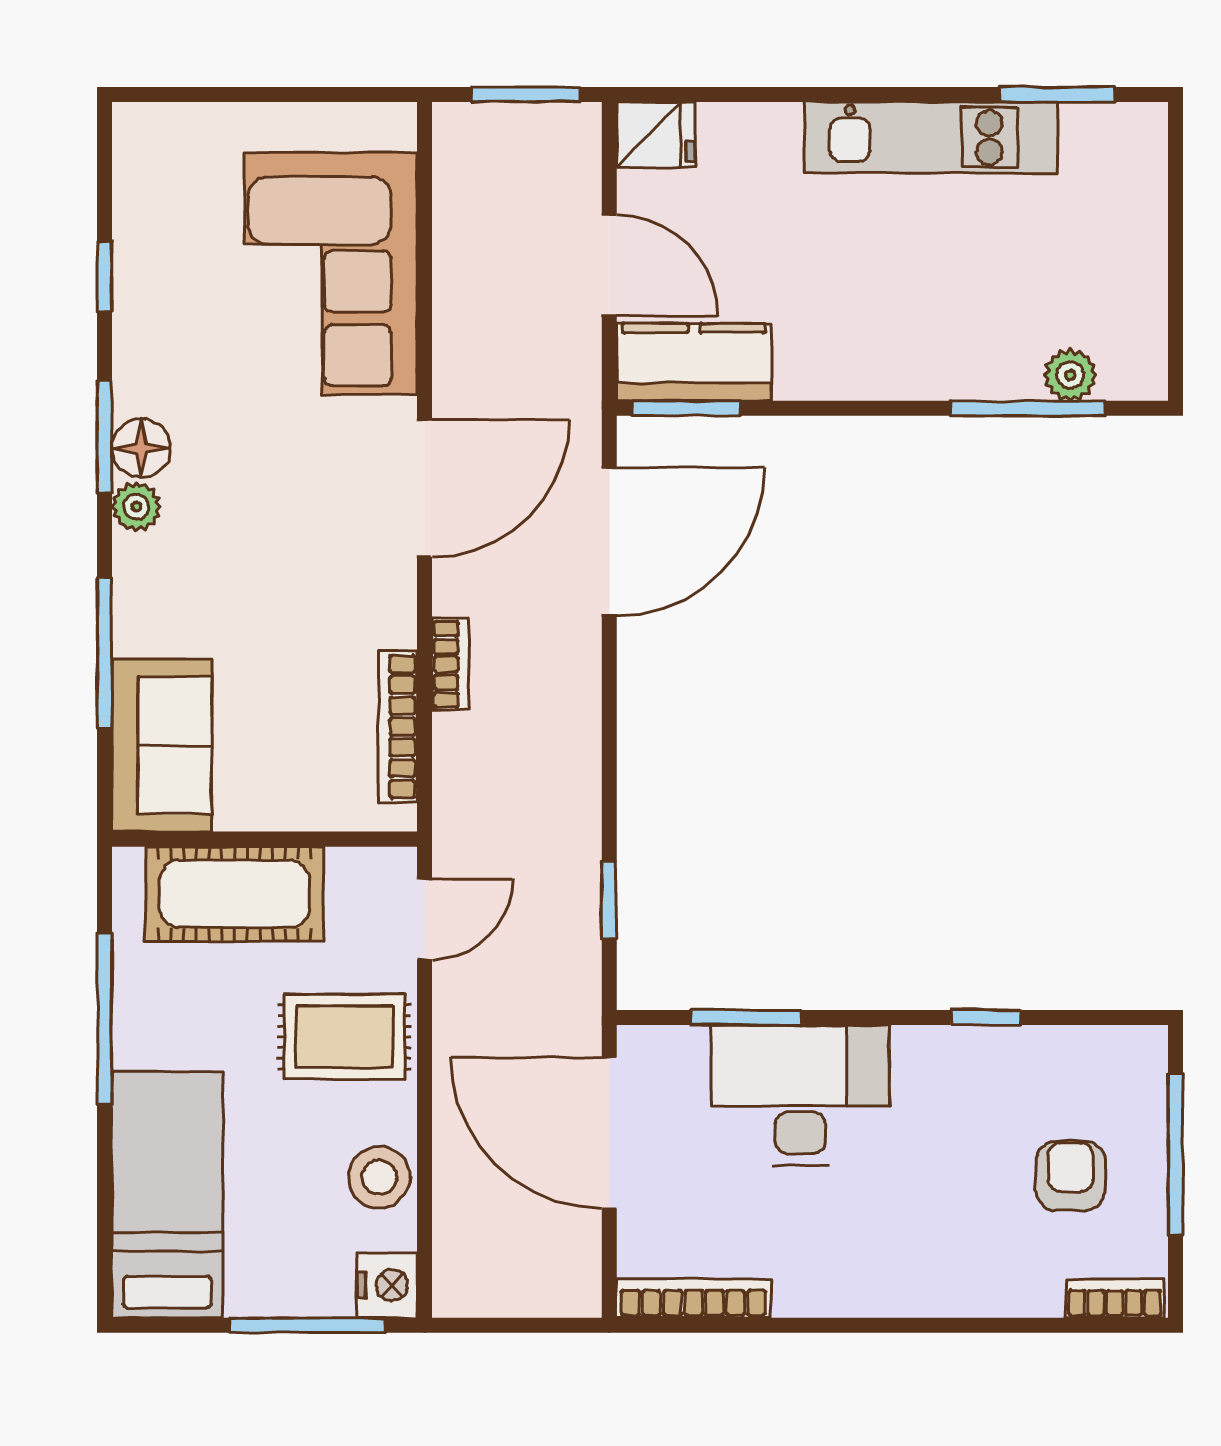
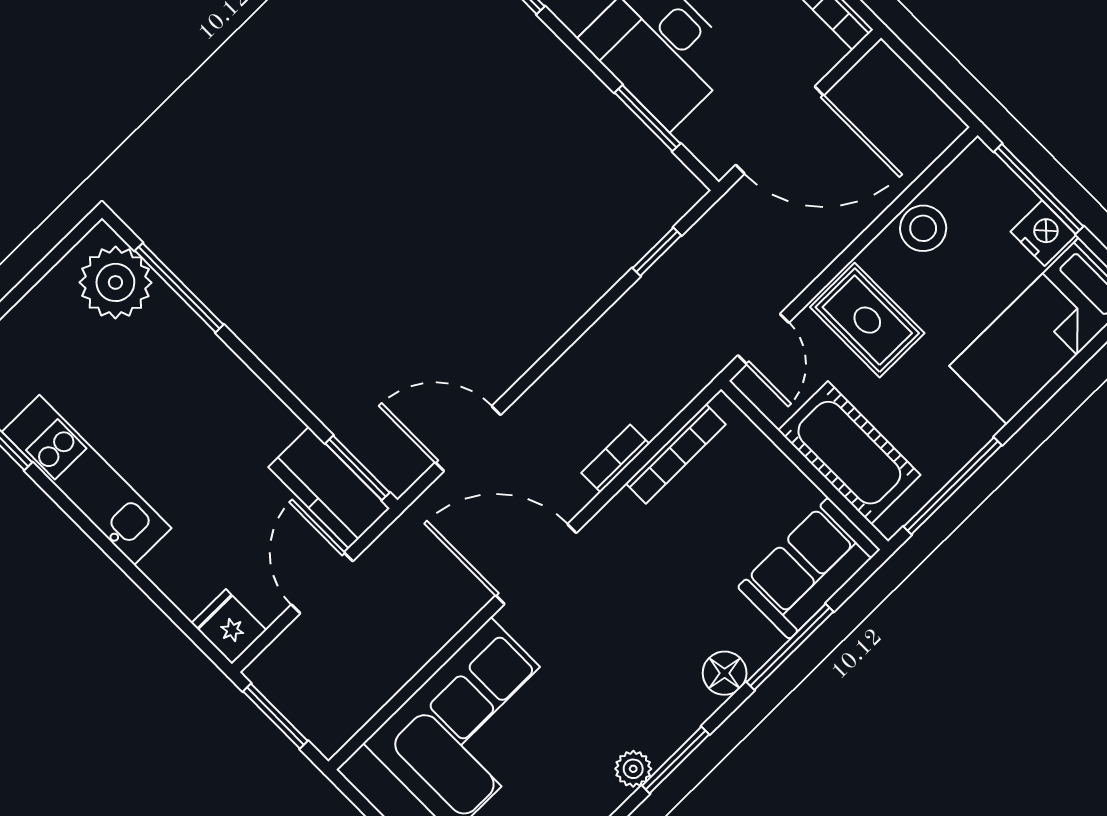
plant: (1070, 375) -> (115, 282), width x1.88, depth x1.88
floor lamp: (141, 448) -> (725, 673), moved
plant: (136, 507) -> (633, 769), moved
door: (609, 542) -> (468, 439), width x0.73
door: (425, 919) -> (763, 339), swing flipped
window: (105, 1019) -> (953, 486), moved
door: (609, 1133) -> (780, 130), hinge flipped
nightstand: (387, 1285) -> (1043, 233), moved, turned 90

